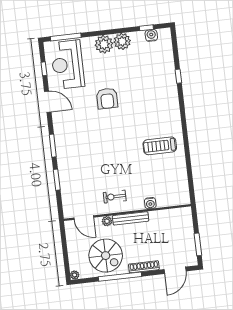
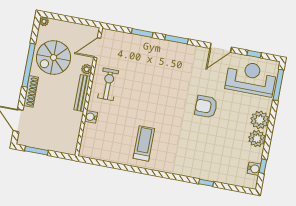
exercise bike: (115, 197) -> (108, 84), width x1.38, depth x1.39

